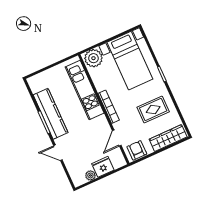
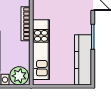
kitchen counter: (51, 114) -> (83, 60), moved

